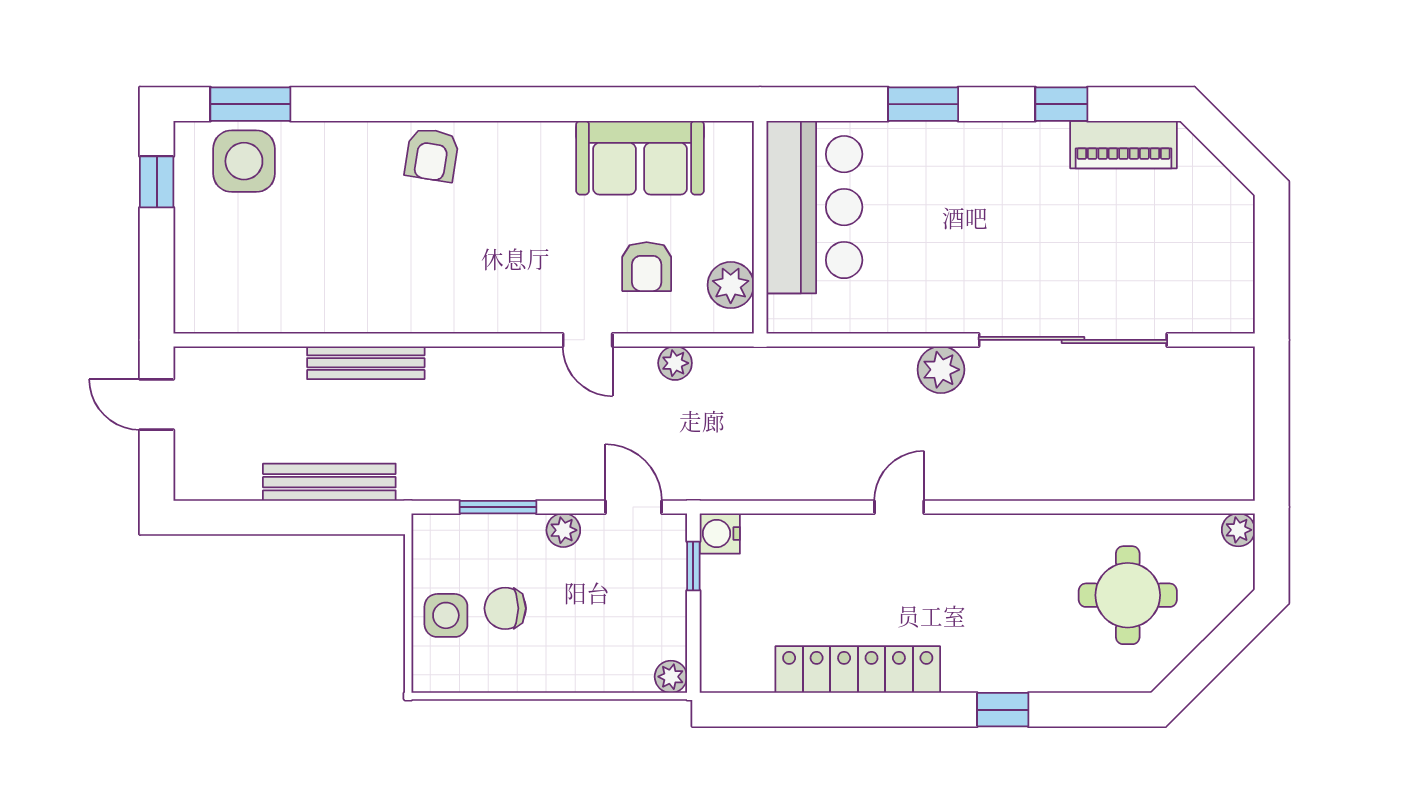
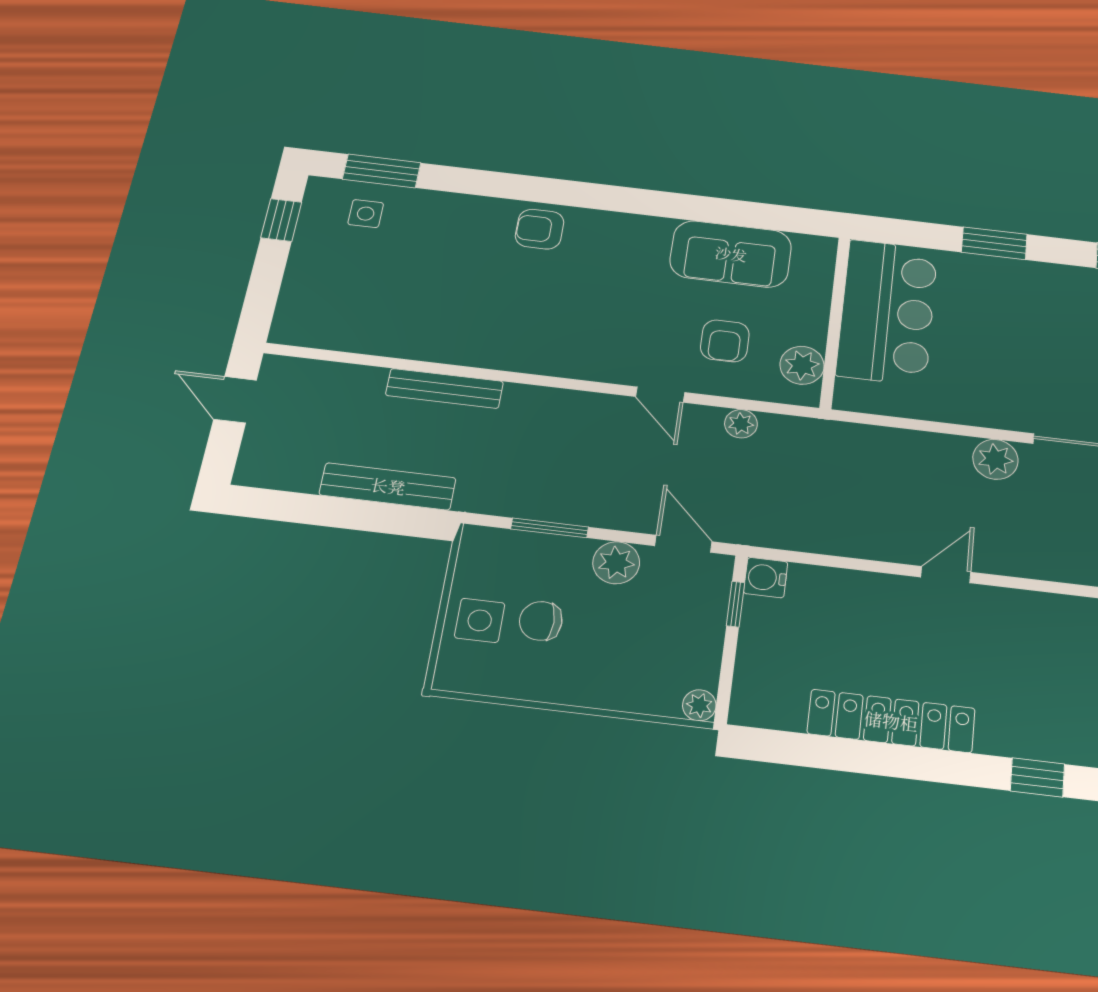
armchair: (432, 155) -> (540, 229), turned 81
side table: (244, 161) -> (366, 214), width x0.54, depth x0.54
plant: (563, 530) -> (616, 563), width x1.38, depth x1.38

